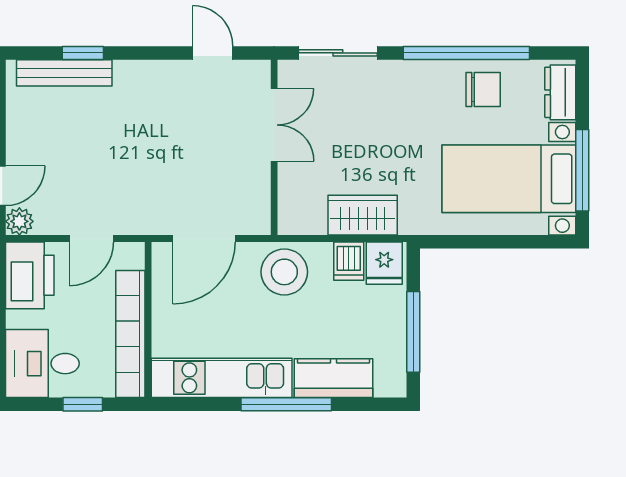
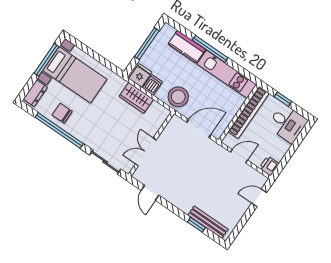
plant: (19, 221) -> (261, 180), removed
printer: (30, 275) -> (269, 166), width x0.53, depth x0.68

